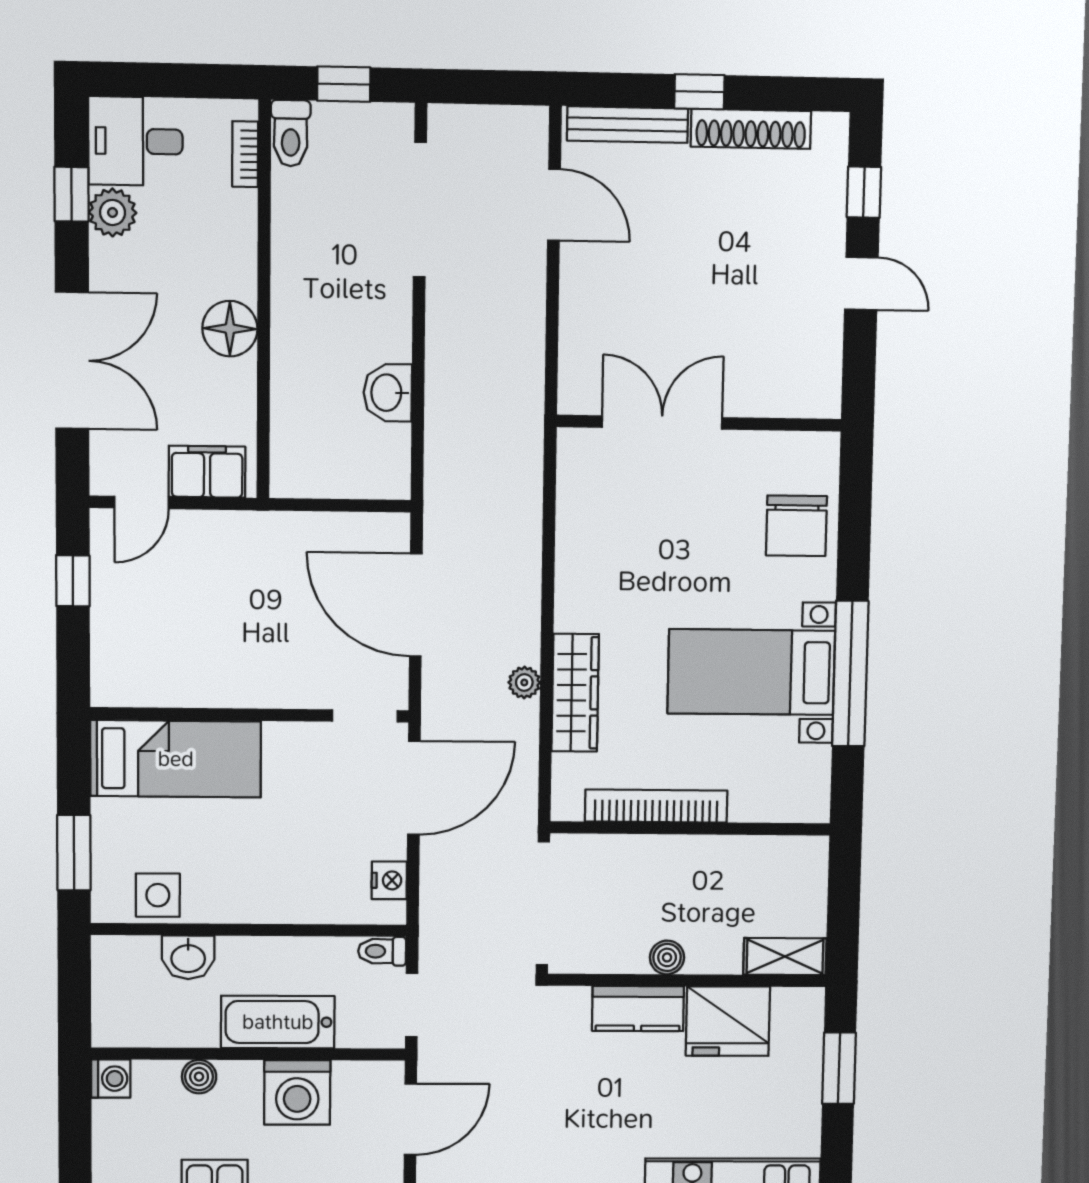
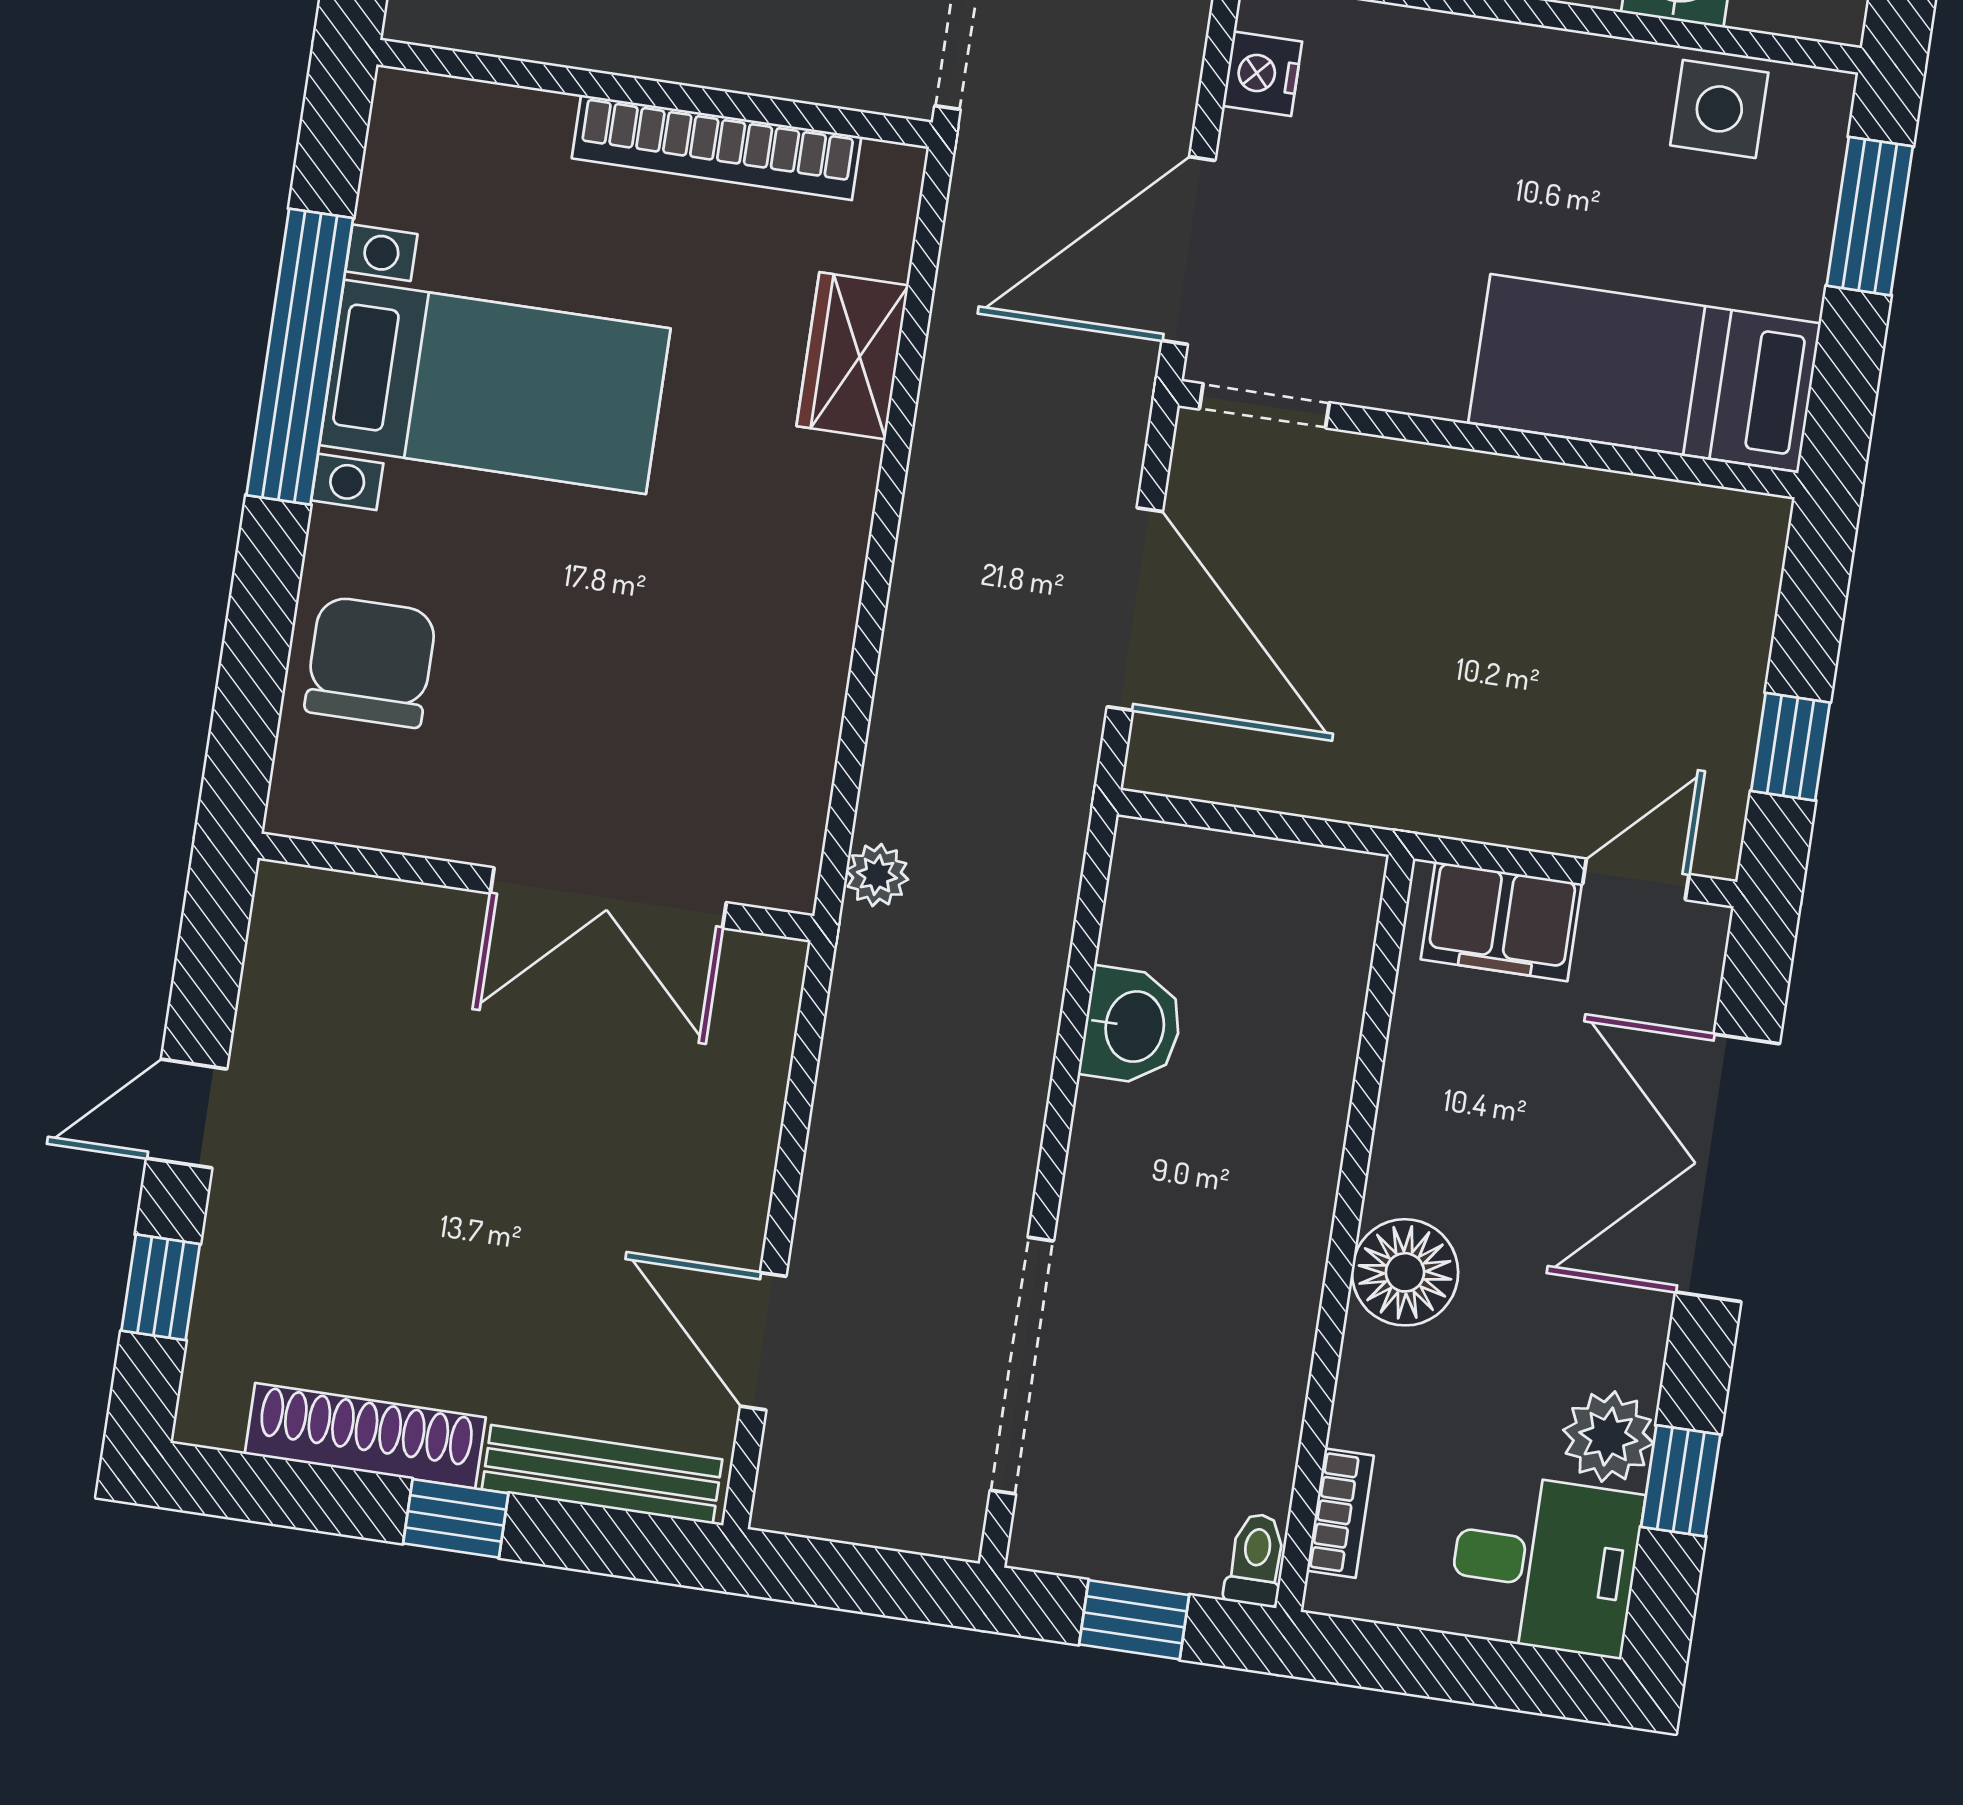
toilet: (291, 133) -> (1256, 1560), width x0.73, depth x0.72
door: (861, 284) -> (187, 1114), hinge flipped
floor lamp: (230, 329) -> (1405, 1272), moved
plant: (524, 683) -> (877, 875), moved
wardrobe: (575, 693) -> (853, 356), width x0.67

